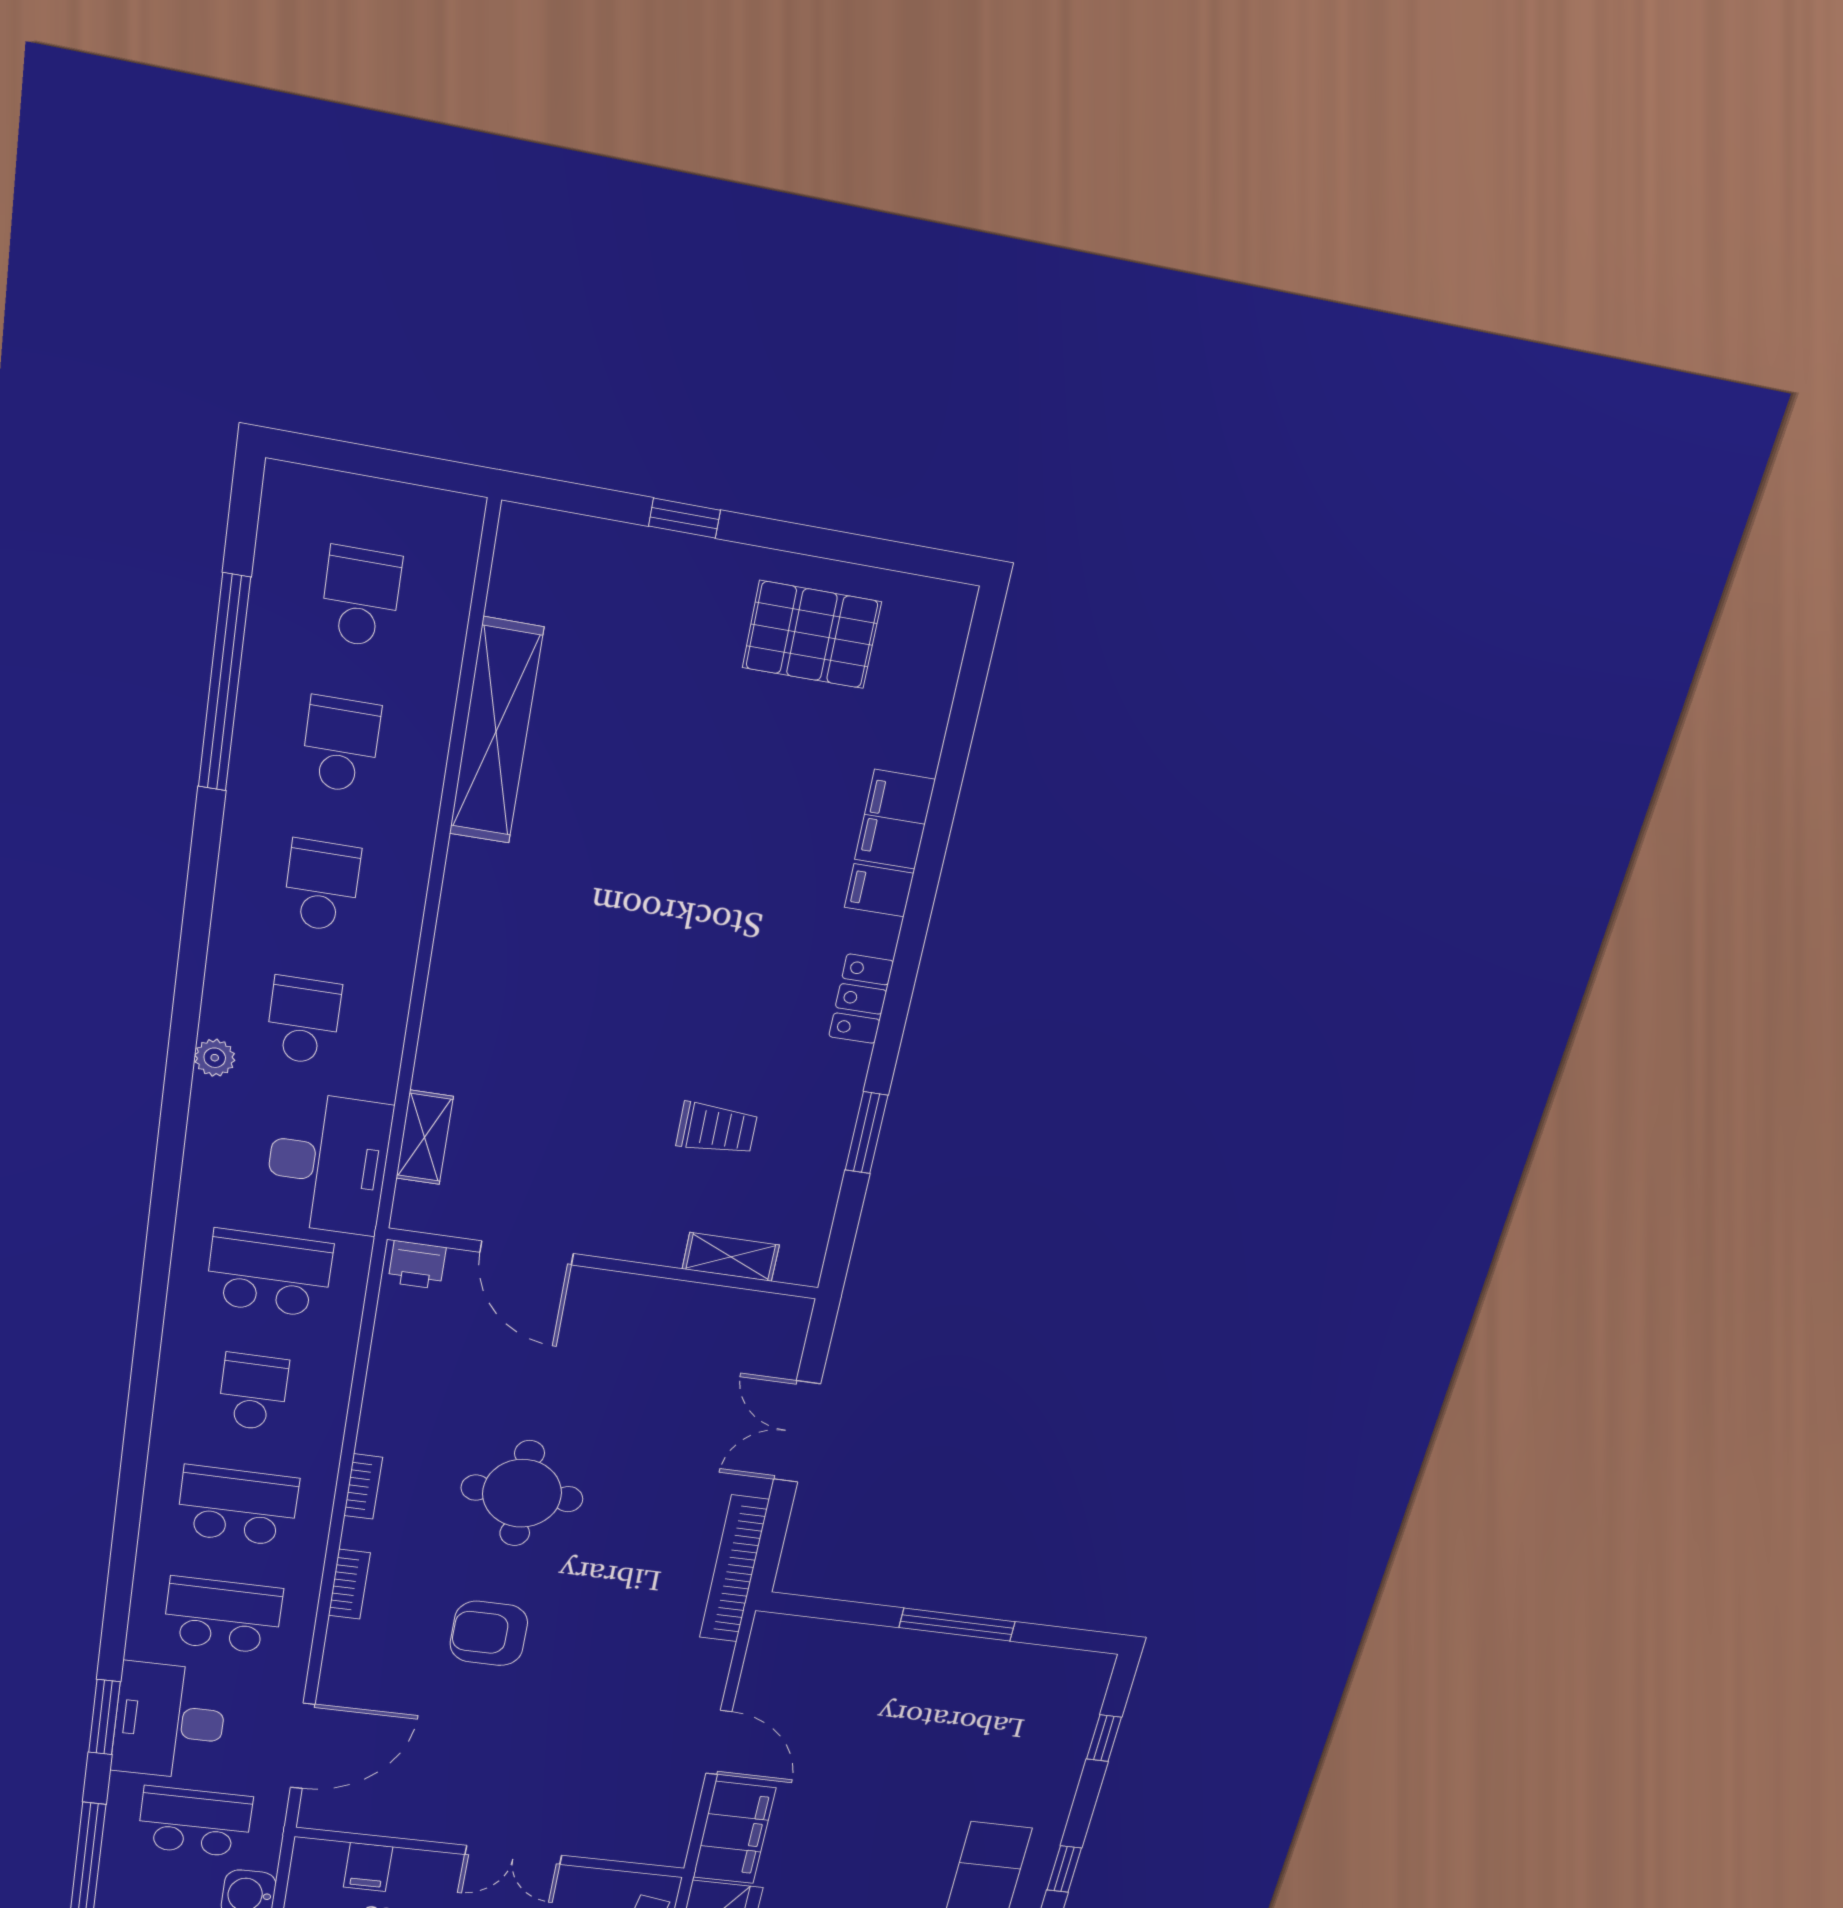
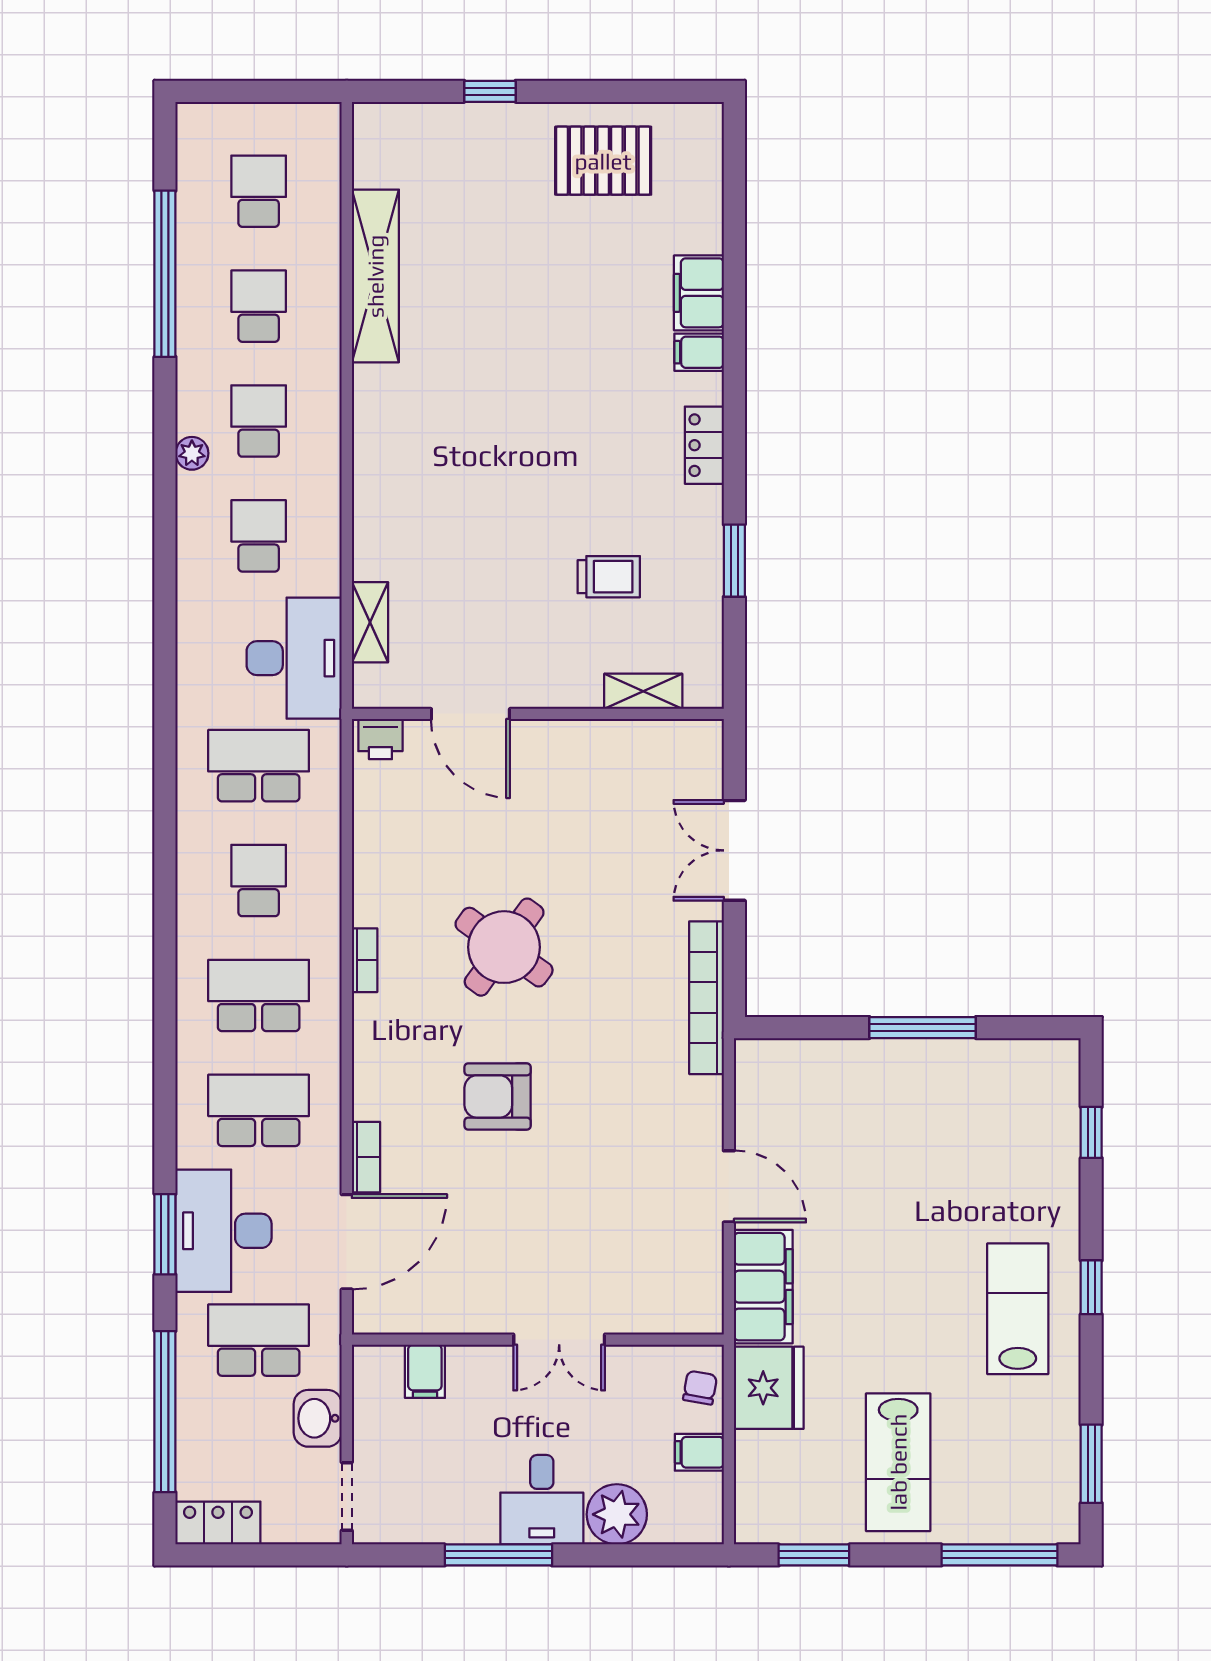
plant: (215, 1058) -> (192, 453), moved
round table: (522, 1493) -> (504, 947), turned 36
bookcase: (349, 1584) -> (366, 1157), moved

